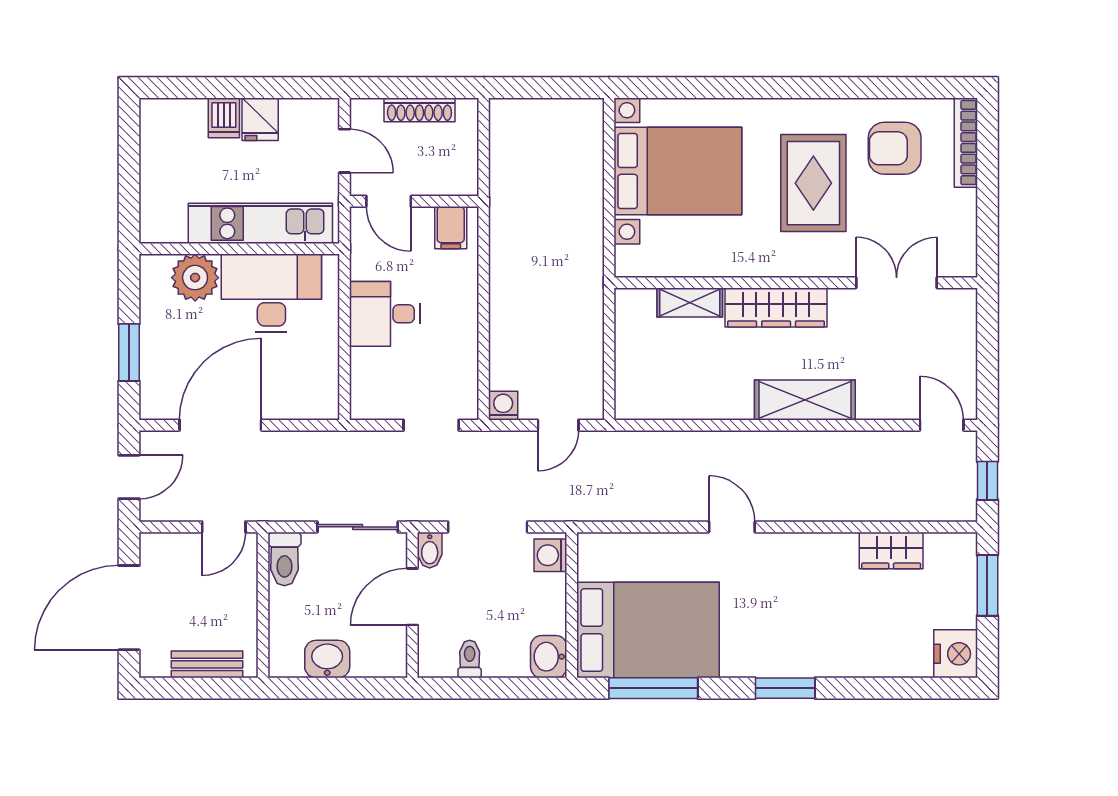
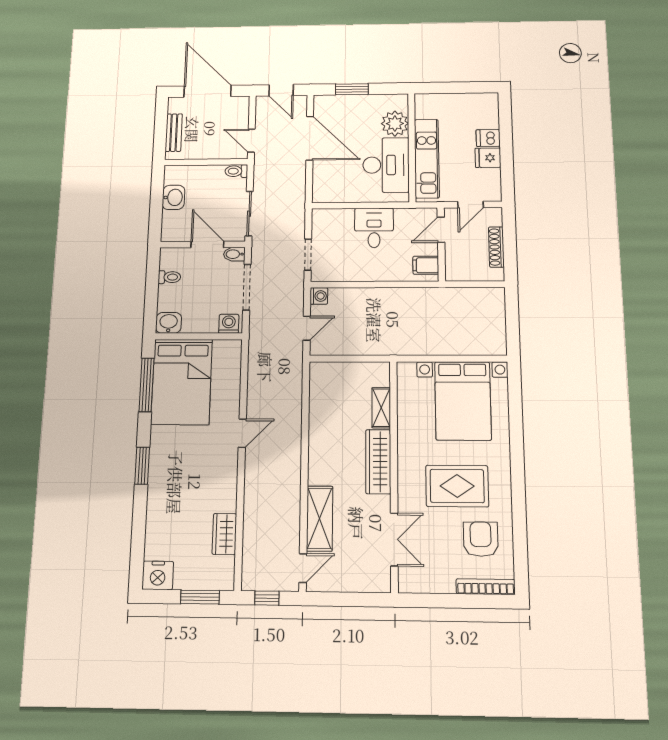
shelving: (805, 400) -> (320, 518), moved
door: (558, 425) -> (307, 328), swing flipped
toilet: (284, 559) -> (236, 171), width x0.73, depth x0.72

